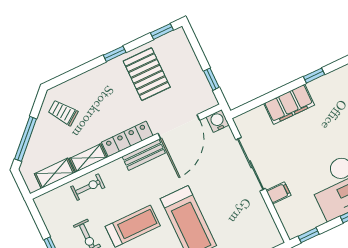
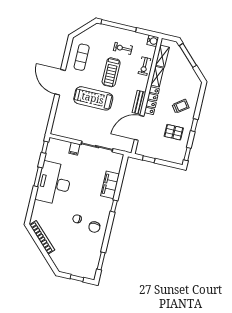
pallet: (147, 74) -> (174, 132), width x0.67, depth x0.71
trolley: (63, 113) -> (181, 106), moved
water cooler: (218, 121) -> (153, 41), moved
door: (179, 127) -> (139, 128), hinge flipped

